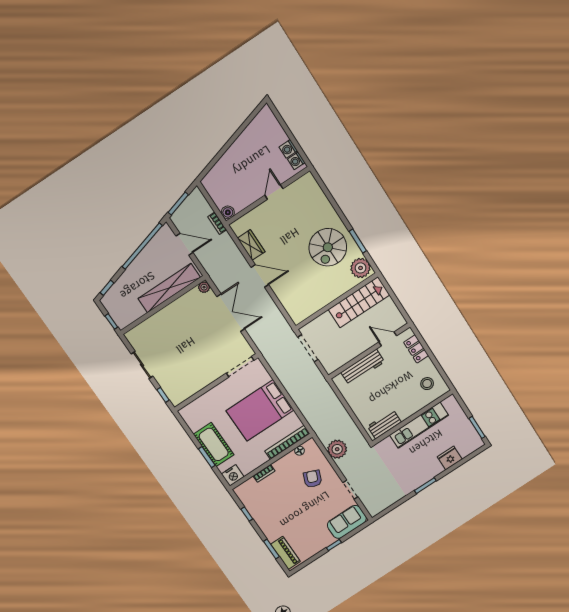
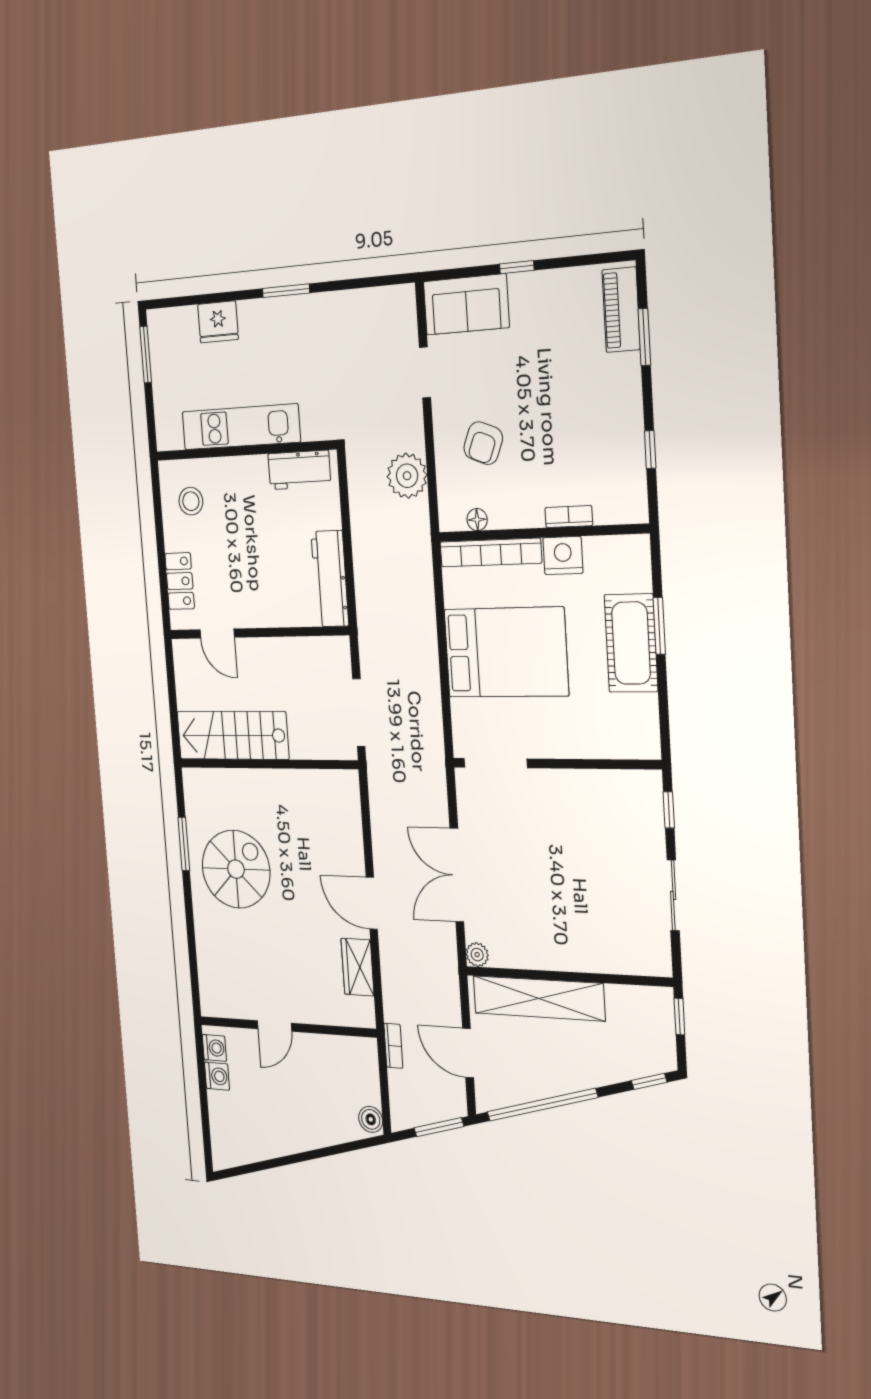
boiler: (228, 212) -> (371, 1119), moved
plant: (361, 268) -> (201, 794), removed
workbench: (363, 367) -> (330, 579), moved, turned -90
nightstand: (233, 475) -> (563, 556), moved

